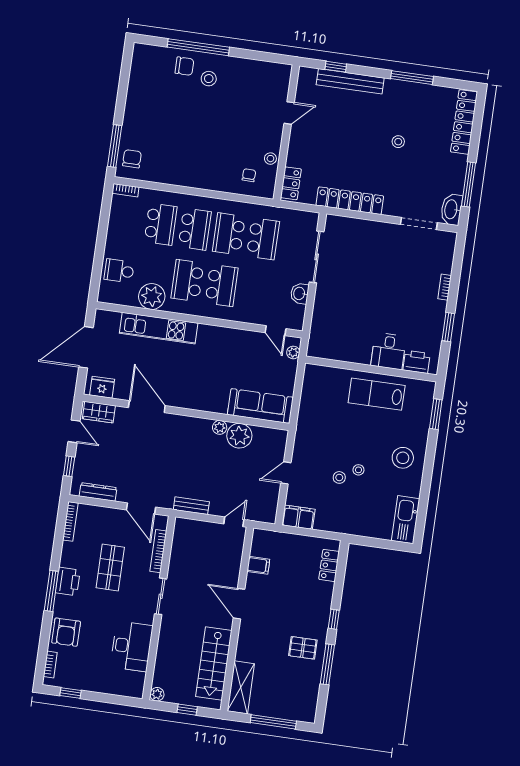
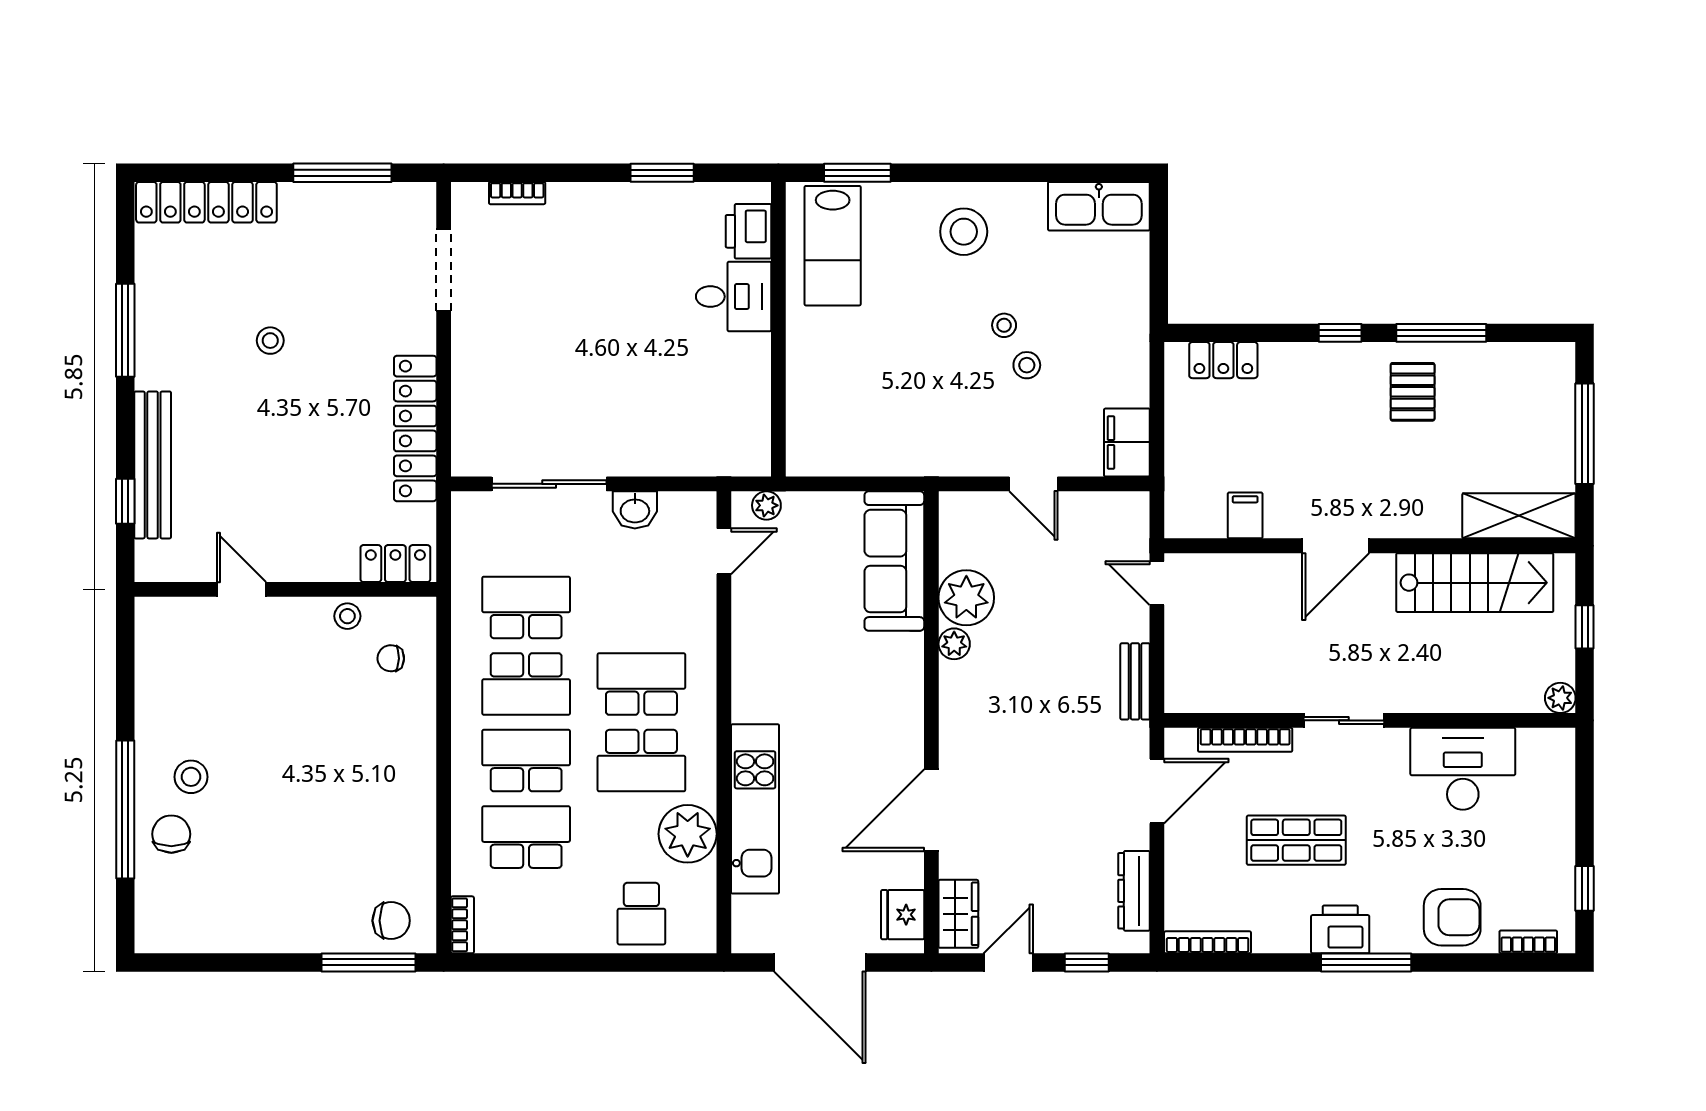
chair: (132, 159) -> (391, 921), turned 180
washbasin: (451, 209) -> (402, 203), removed
bookcase: (445, 287) -> (517, 193), moved
lab bench: (377, 394) -> (833, 246), moved

